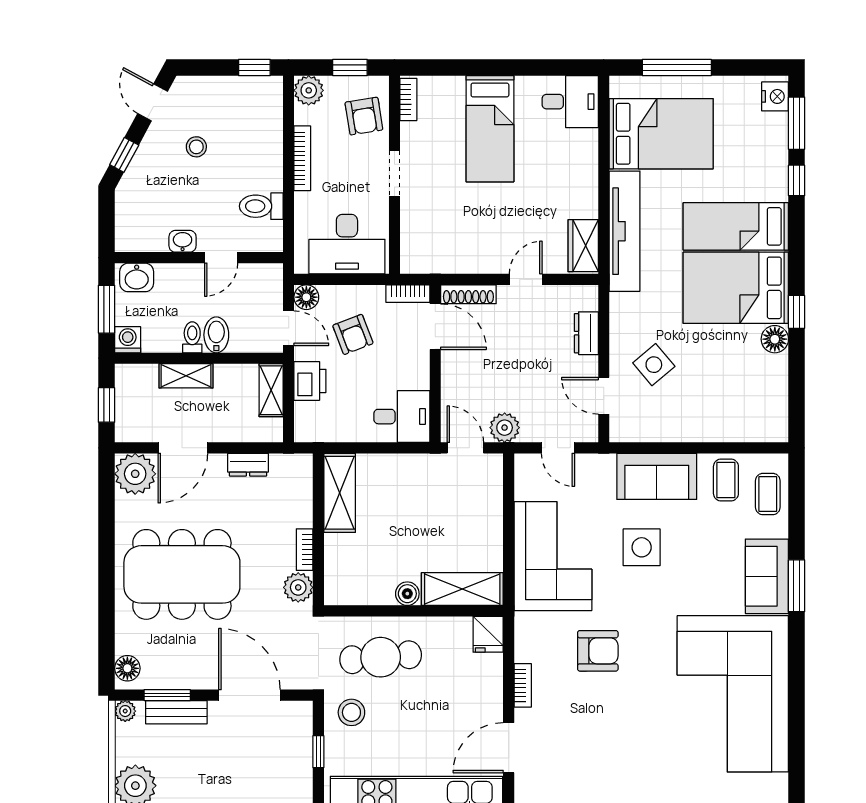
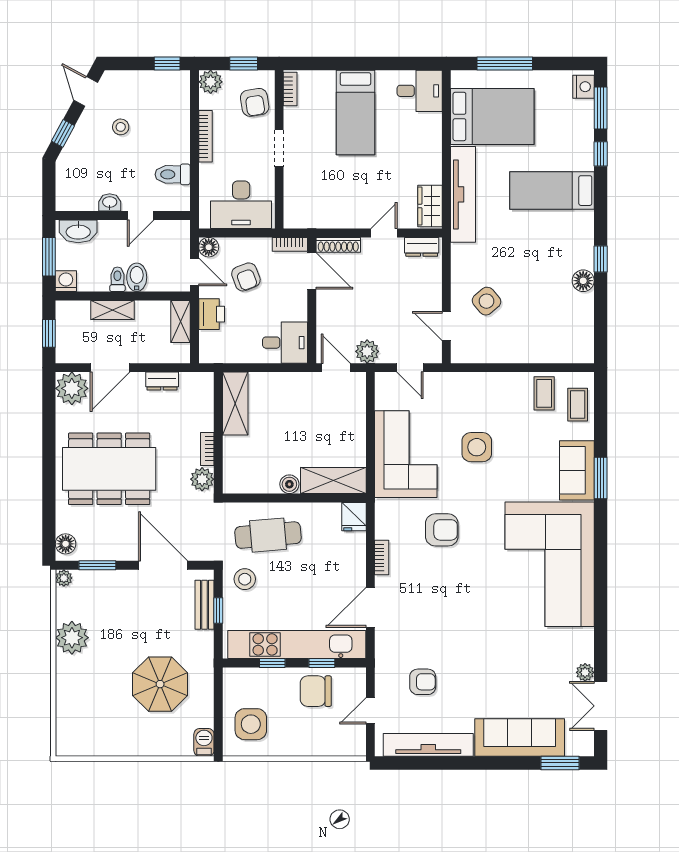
washbasin: (137, 277) -> (78, 231), width x1.38
bed: (736, 288) -> (552, 240), removed
dresser: (586, 333) -> (422, 247), moved, turned -90
sofa: (657, 476) -> (489, 390), removed
bench: (176, 712) -> (205, 605), moved, turned 90

